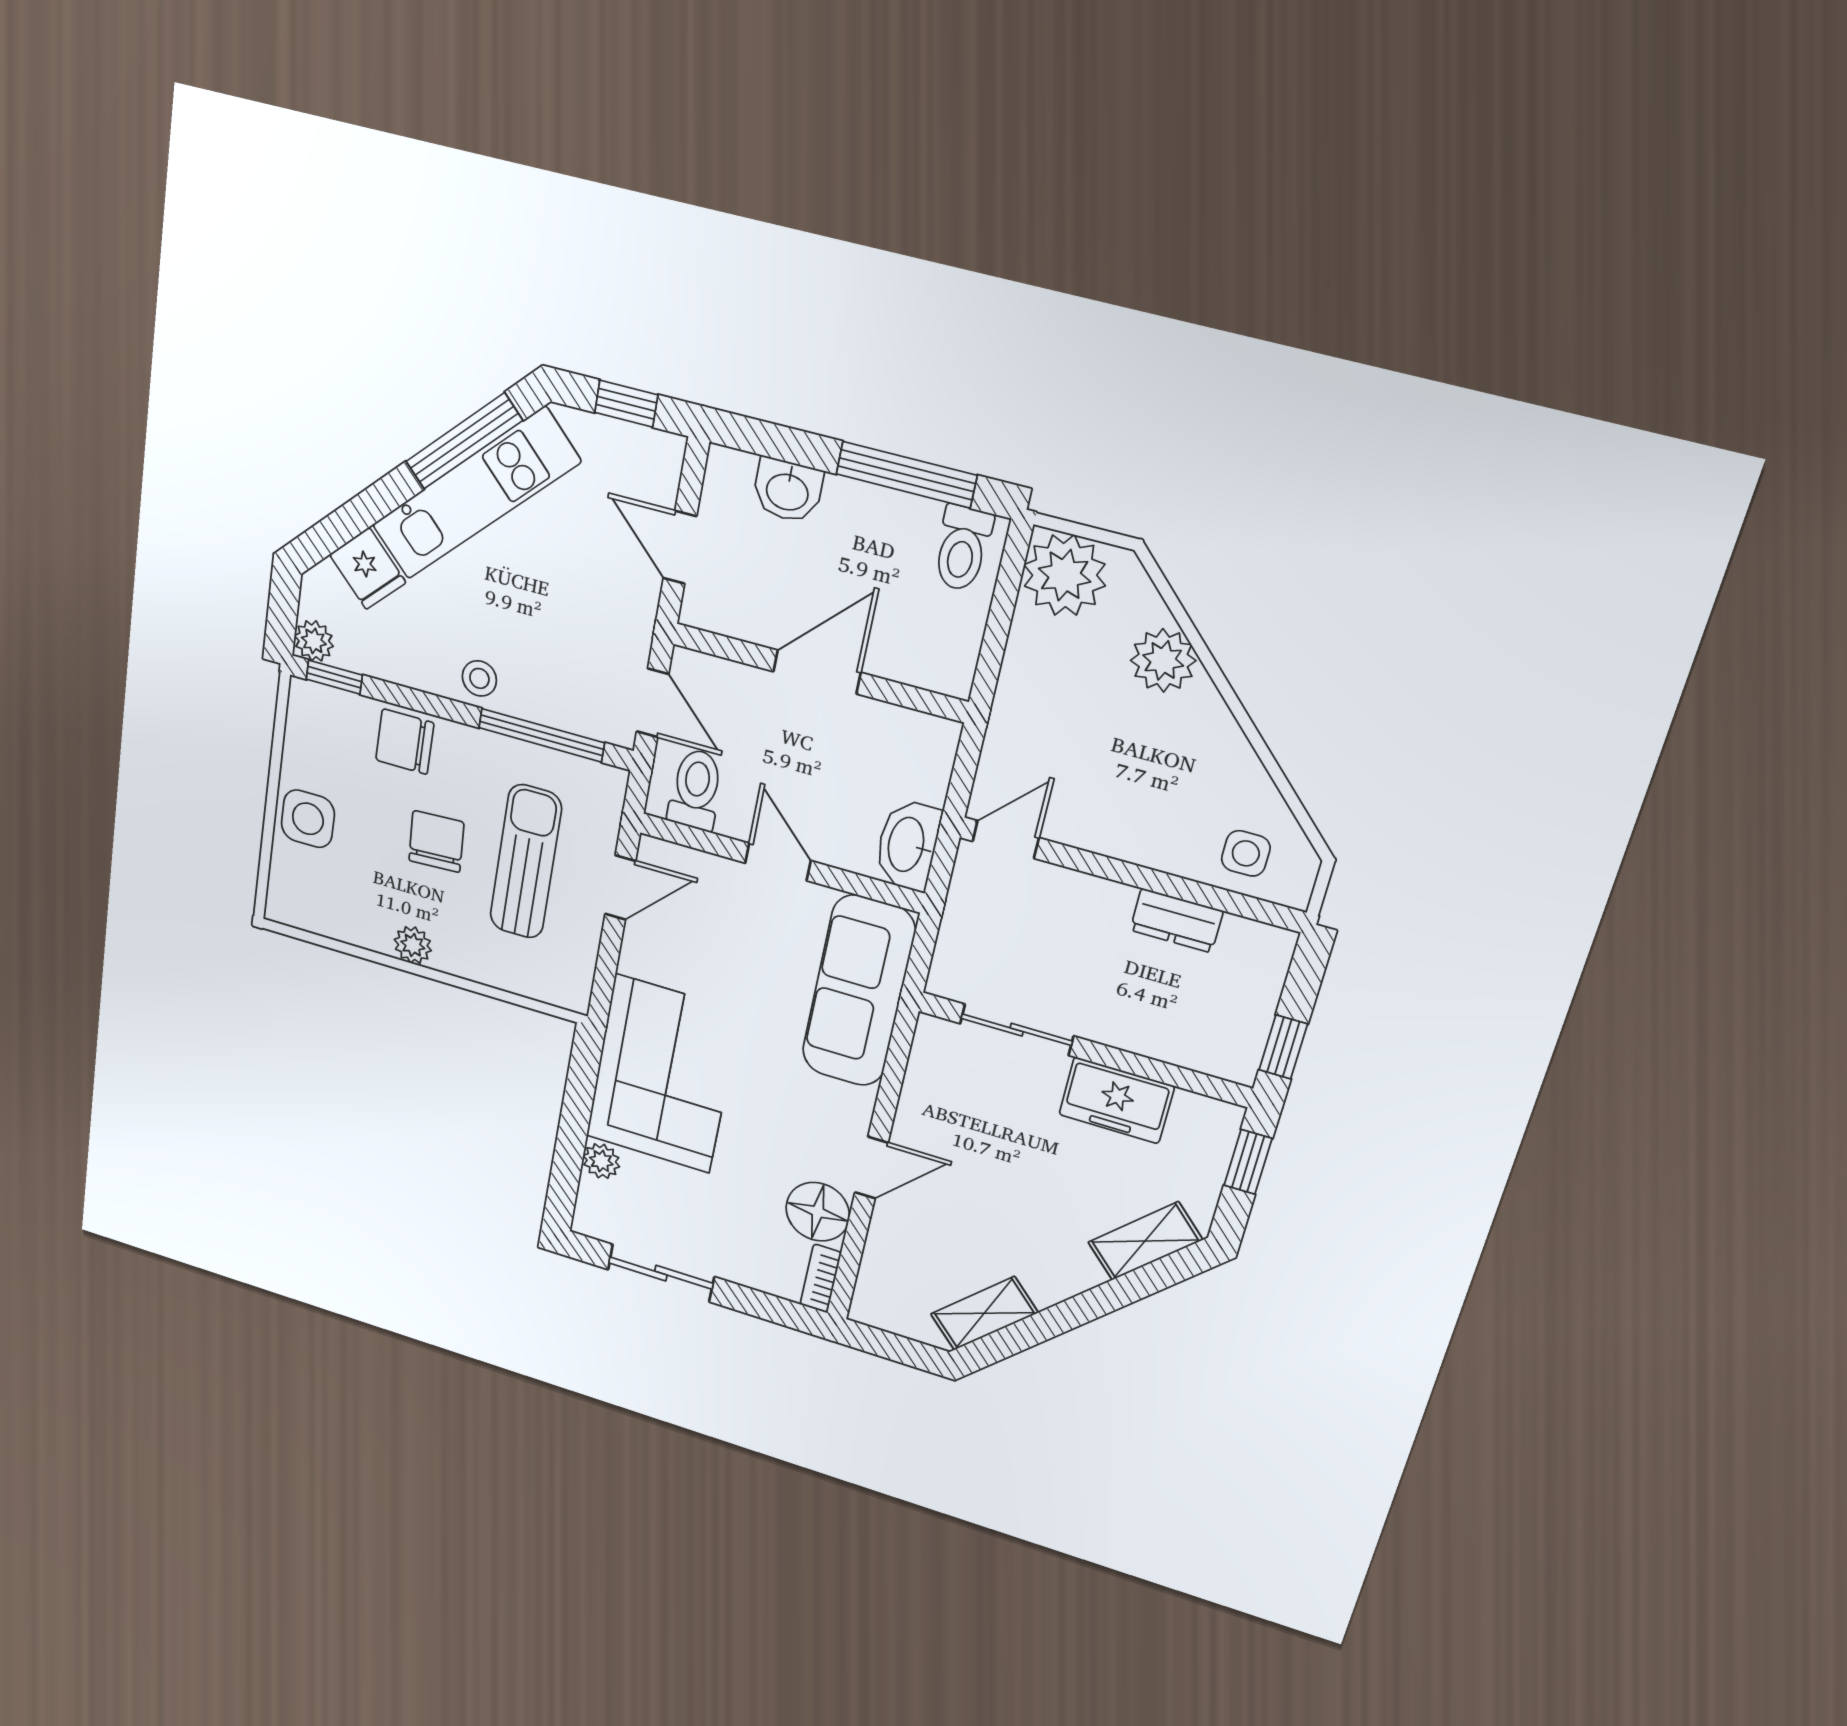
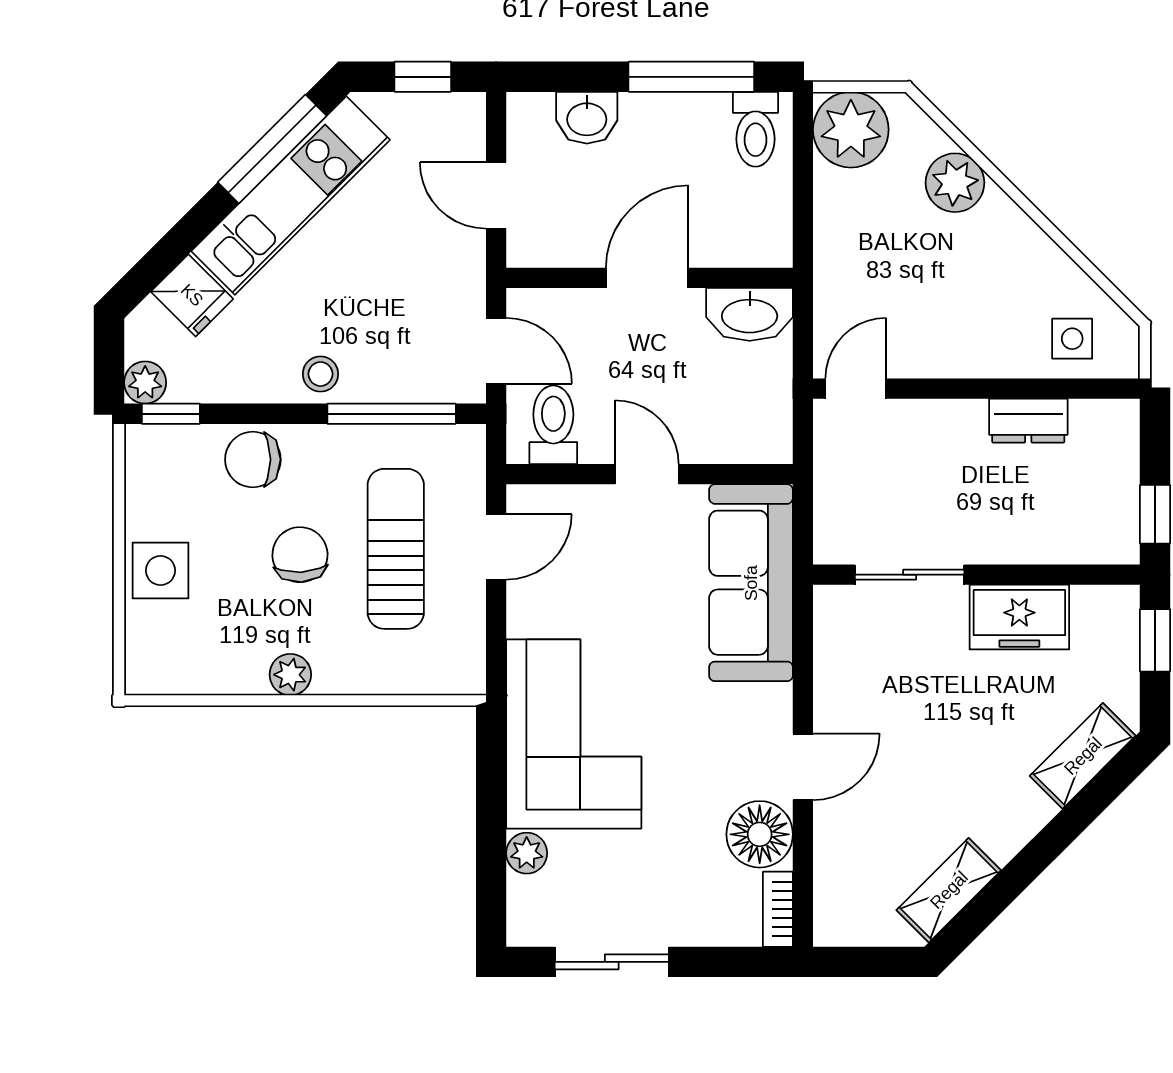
washbasin: (908, 845) -> (750, 314), moved, turned -90

